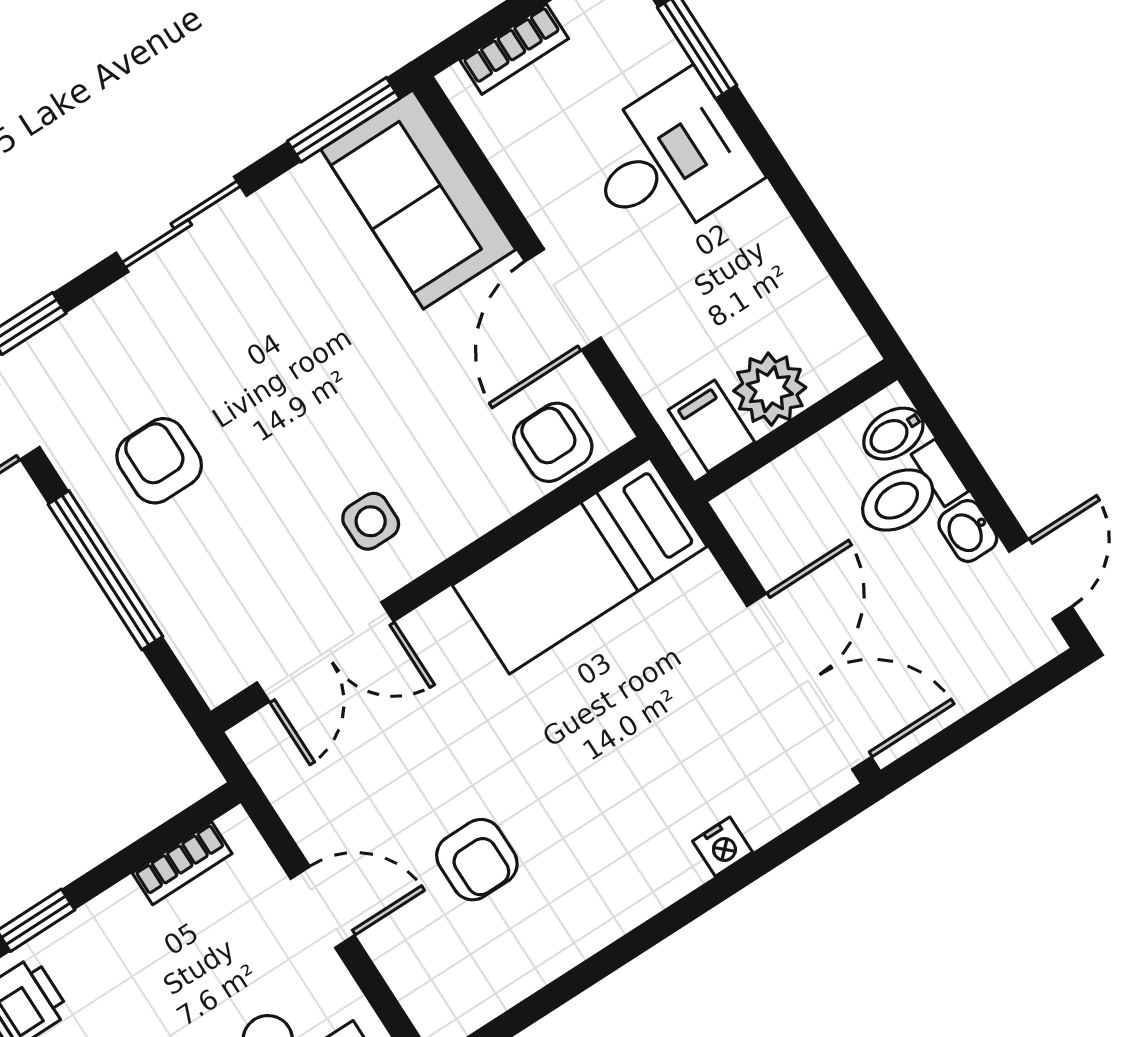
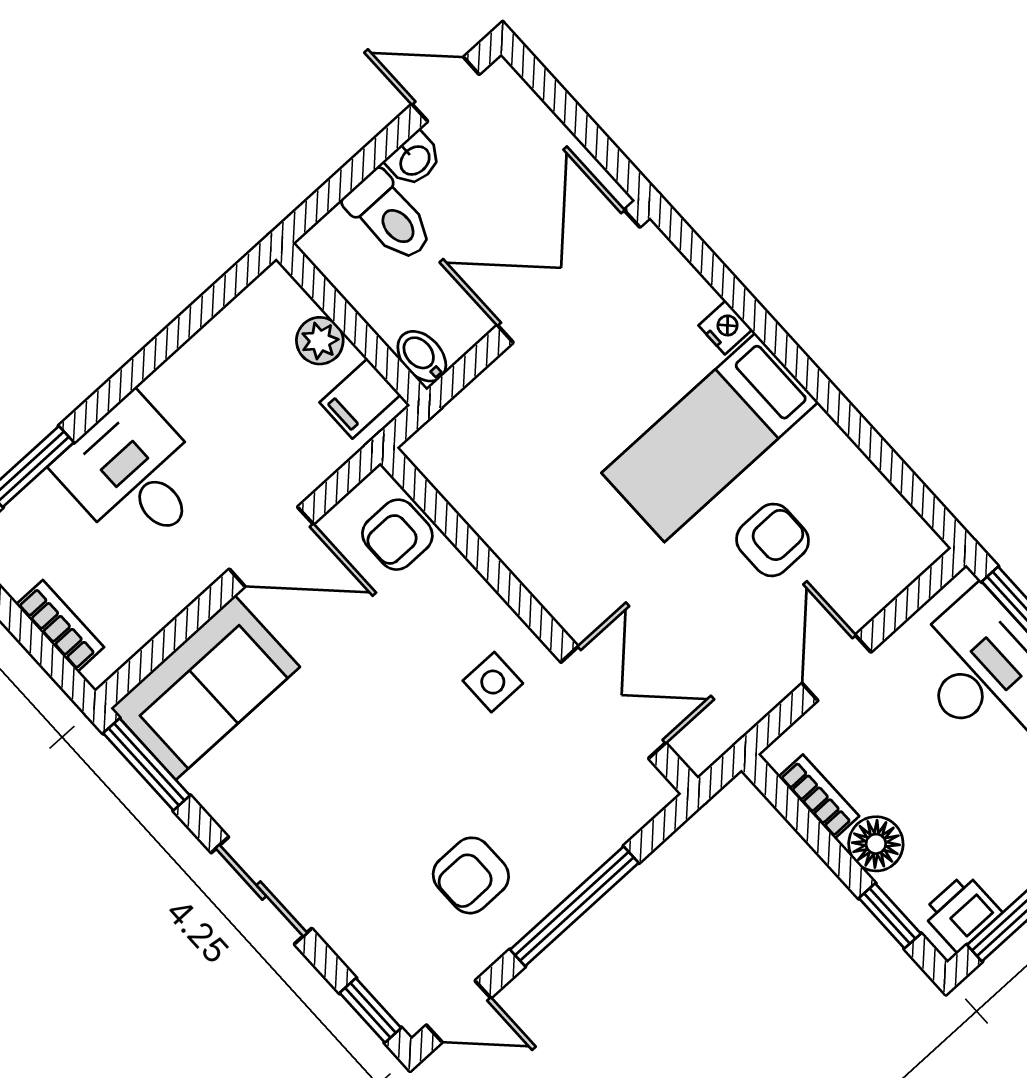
plant: (770, 389) -> (320, 341), width x0.73, depth x0.73
bidet: (893, 434) -> (422, 356), moved, turned 180
bed: (580, 566) -> (710, 437), moved, turned 90
floor lamp: (119, 918) -> (876, 844), added

